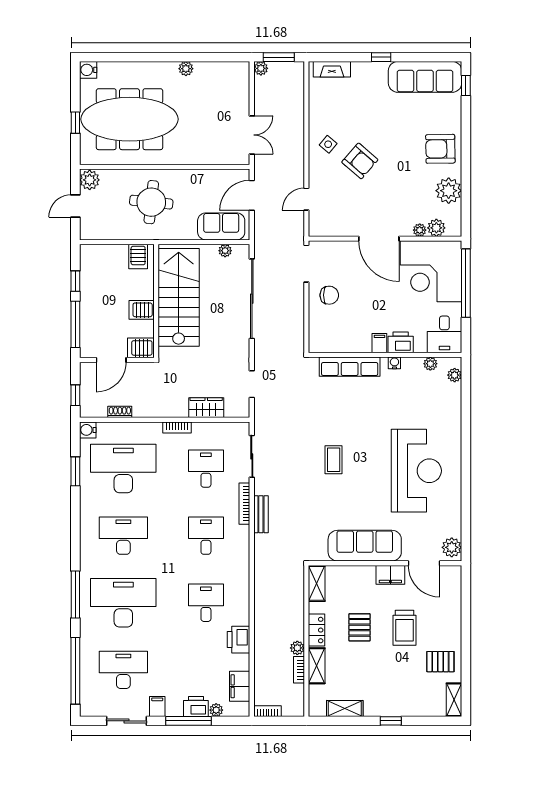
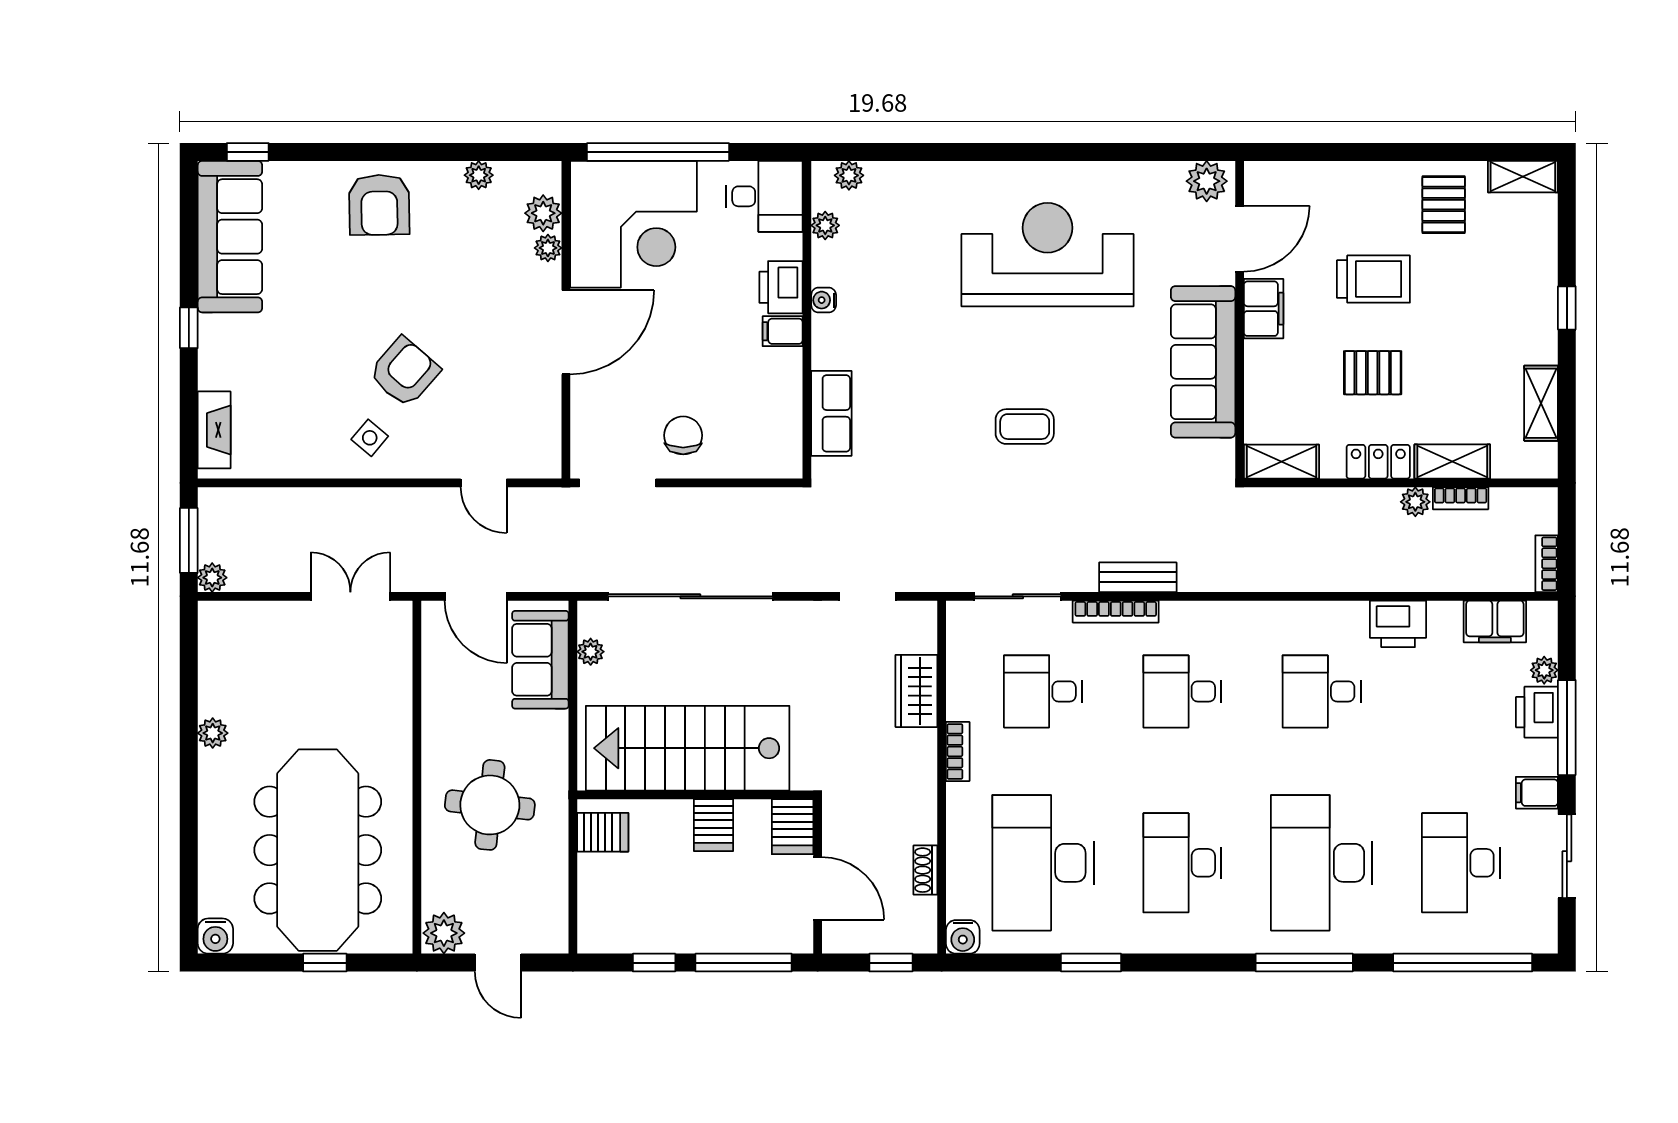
plant: (449, 191) -> (479, 175), width x0.53, depth x0.53
row of seats: (350, 367) -> (831, 413), width x0.68
window: (75, 471) -> (1091, 963), moved

